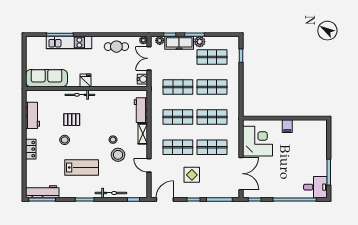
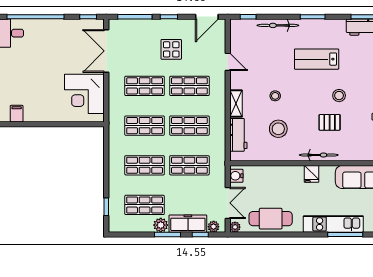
cafe table: (116, 47) -> (271, 219), width x1.37, depth x1.35
filing cabinet: (287, 126) -> (17, 114), moved
stool: (118, 155) -> (278, 129), moved

